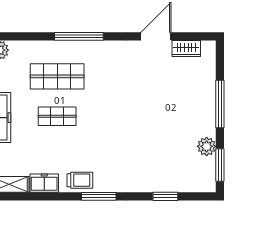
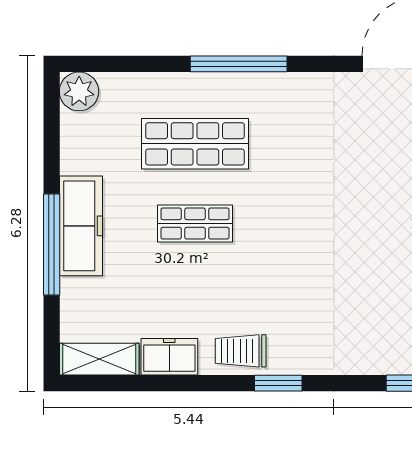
trolley: (80, 180) -> (241, 351), turned 180
window: (99, 196) -> (278, 383), width x0.69

